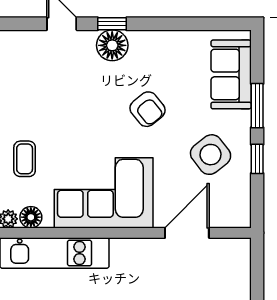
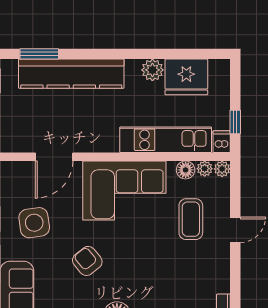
side table: (211, 155) -> (34, 223), turned 30
coffee table: (25, 159) -> (191, 219), width x1.36, depth x1.30

